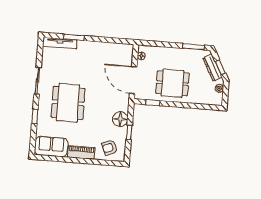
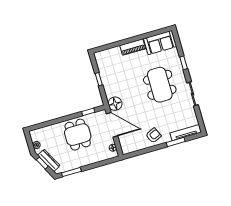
dining table: (173, 83) -> (78, 135), turned 90
floor lamp: (120, 119) -> (115, 104), moved
armchair: (110, 147) -> (153, 135), moved

